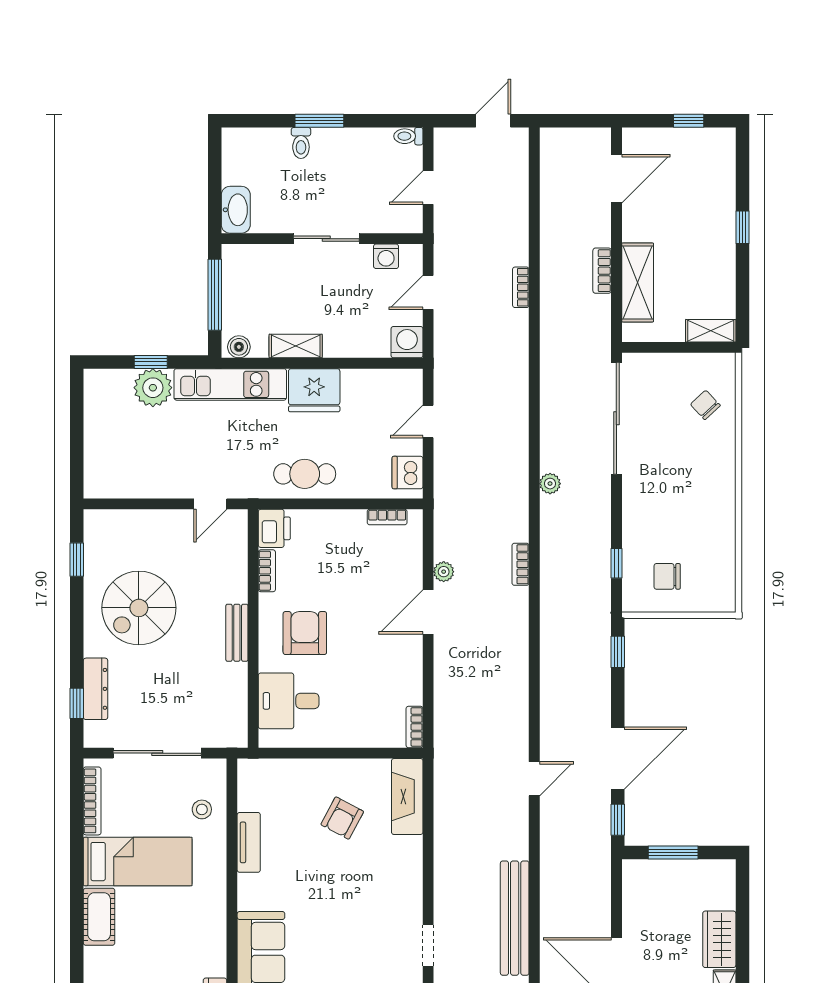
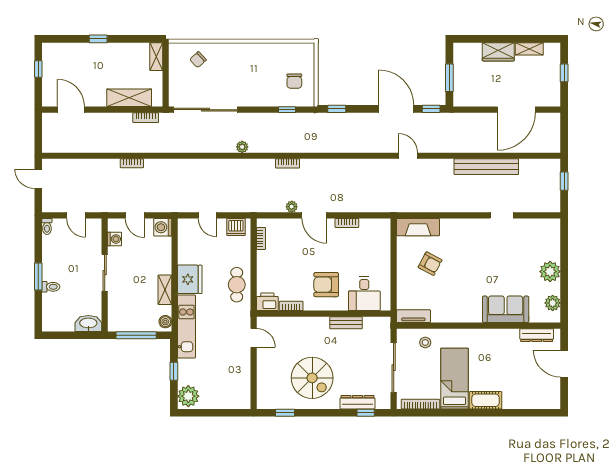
bookcase: (602, 271) -> (146, 118), moved
plant: (153, 388) -> (188, 396), moved
bench: (237, 633) -> (346, 323), moved
bookcase: (415, 727) -> (347, 223), moved
tv unit: (249, 842) -> (413, 316), moved

